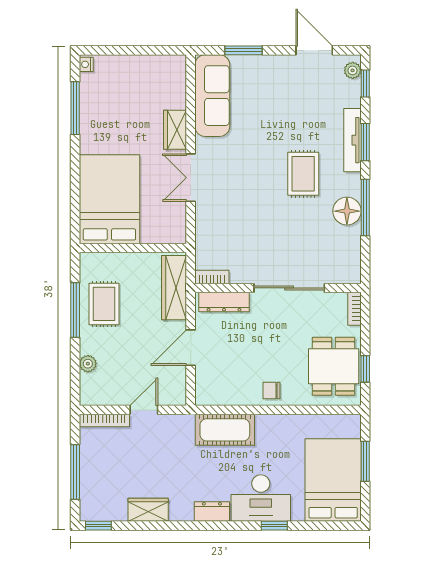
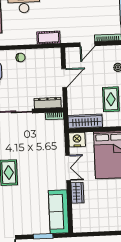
nightstand: (171, 230) -> (77, 140), added
wardrobe: (174, 288) -> (85, 121), moved, turned -90
cot: (225, 430) -> (49, 38), width x0.73, depth x0.75

